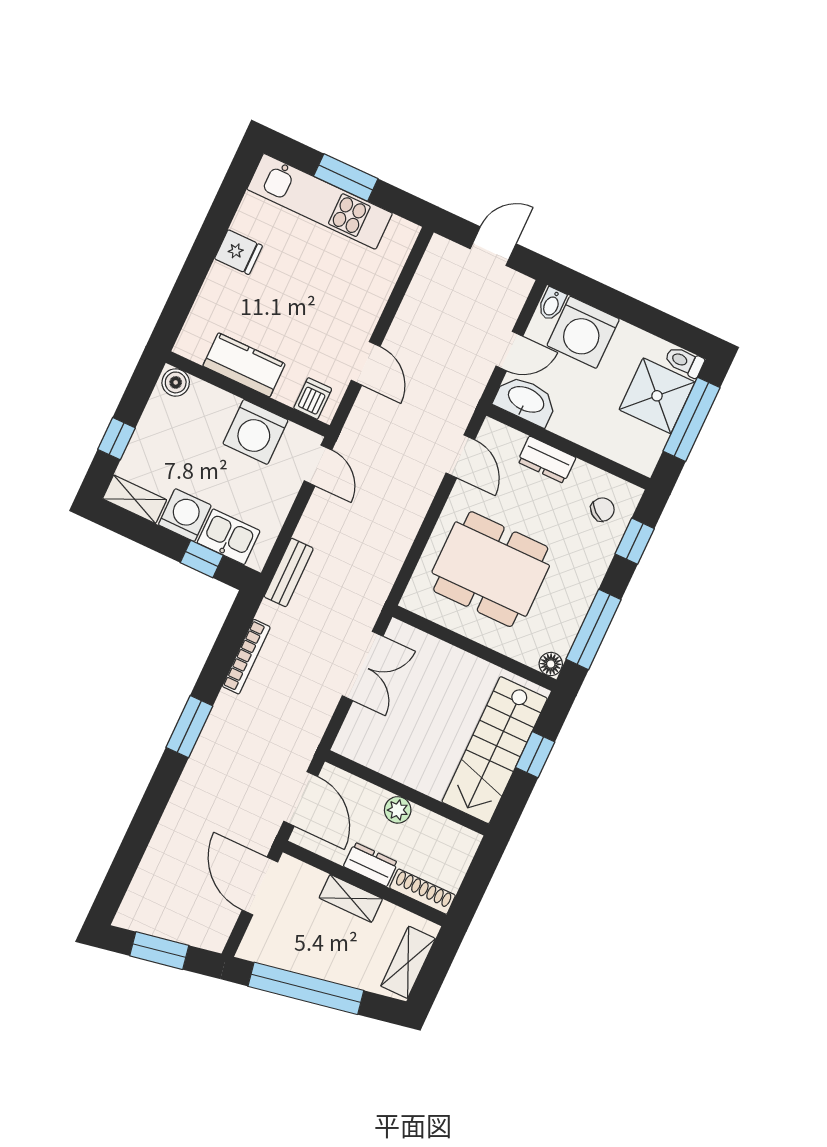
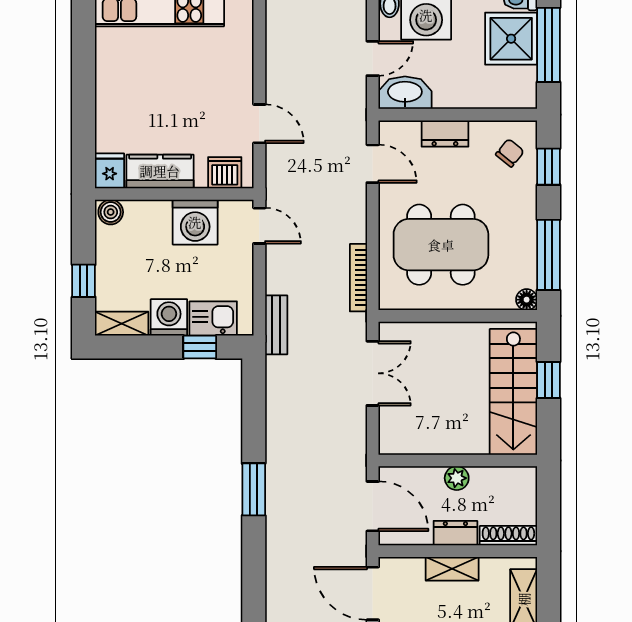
fridge: (239, 252) -> (110, 171), moved, turned -90
dishwasher: (313, 398) -> (225, 173), width x1.38
bookcase: (246, 657) -> (358, 278), moved, turned 180

